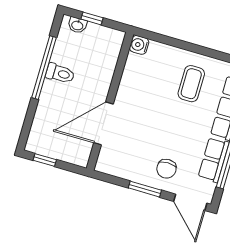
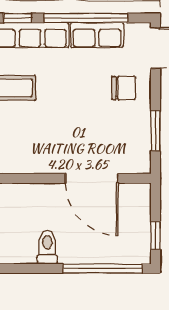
window: (44, 68) -> (103, 268), moved
window: (145, 189) -> (155, 131), moved

